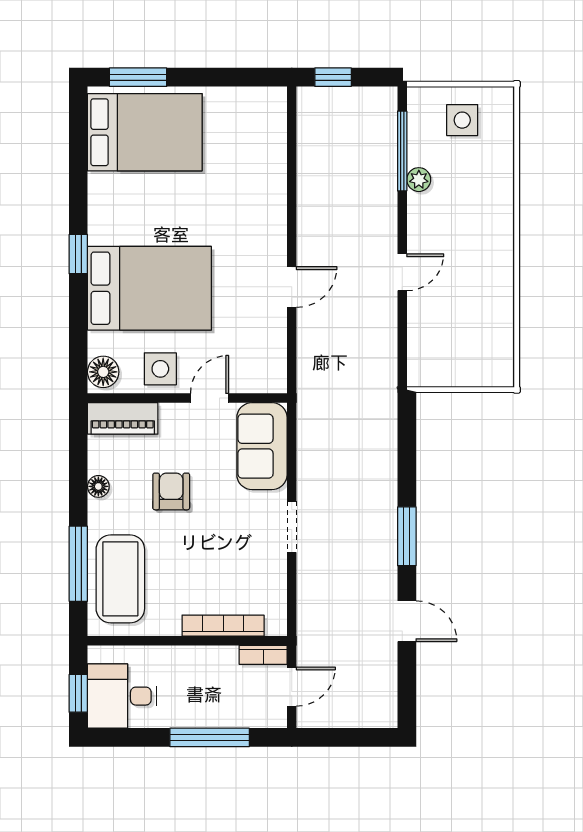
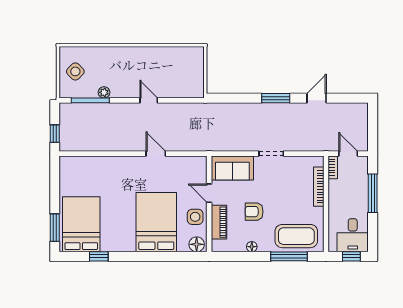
side table: (462, 120) -> (75, 71), turned 45
window: (78, 254) -> (99, 256), moved
piano: (123, 418) -> (219, 222), moved

